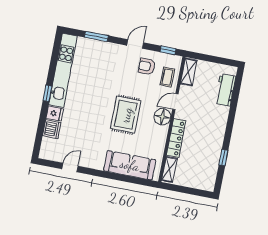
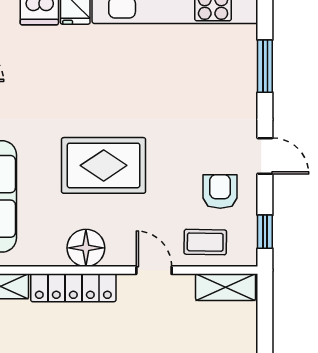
floor lamp: (162, 117) -> (86, 248), moved

